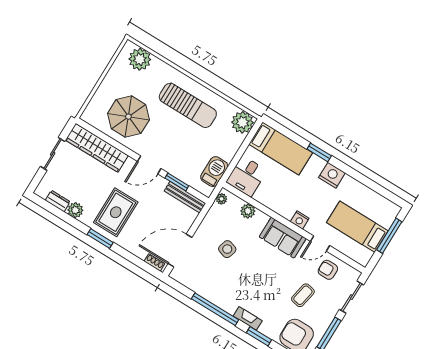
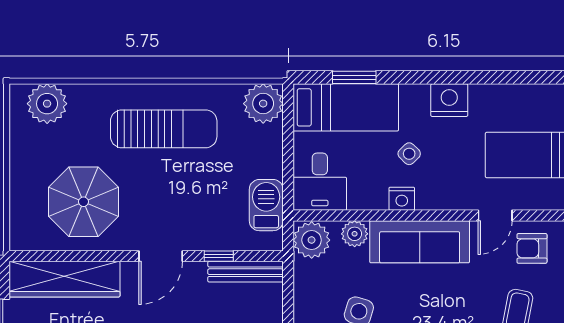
window: (319, 152) -> (354, 77), moved
window: (177, 182) -> (219, 256), width x0.67
side table: (297, 189) -> (409, 154), added
plant: (222, 199) -> (312, 240), width x1.88, depth x1.88
nightstand: (300, 220) -> (402, 199), moved
sofa: (283, 238) -> (420, 242), width x1.36

